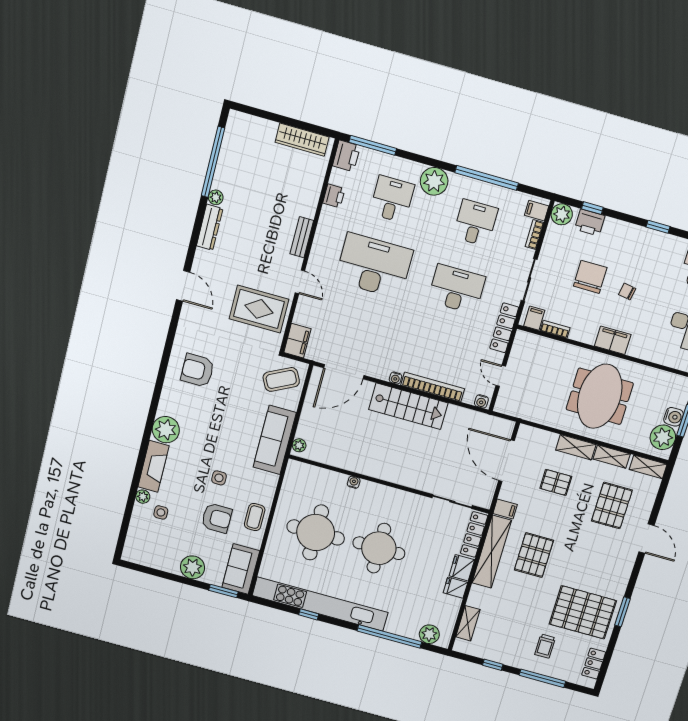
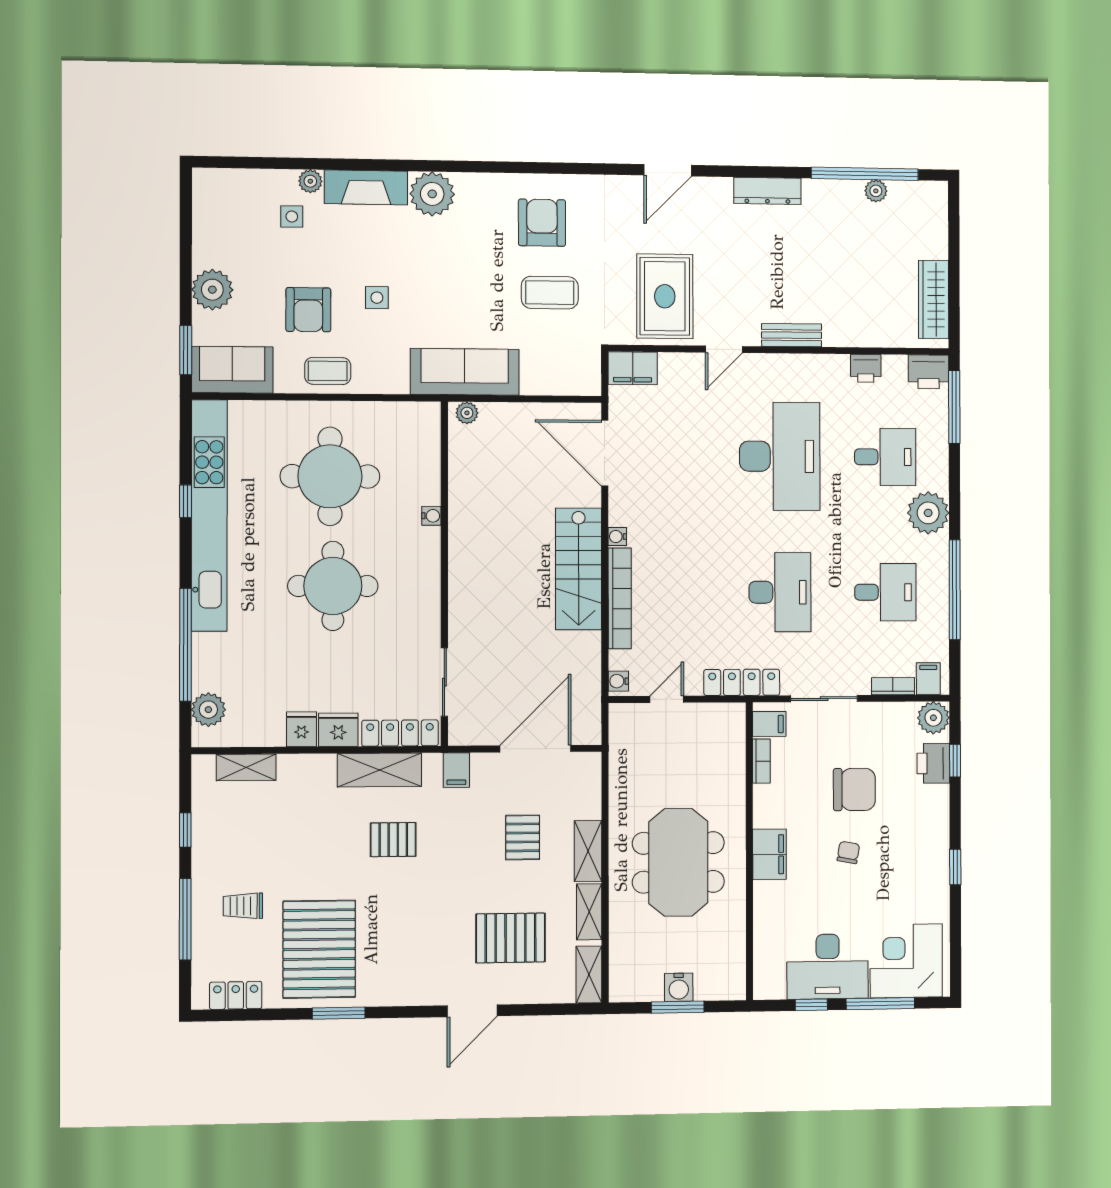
plant: (216, 197) -> (876, 191), moved
coffee table: (281, 379) -> (550, 293), moved, turned -63
meeting table: (600, 396) -> (678, 862), turned 90
plant: (663, 437) -> (642, 982), removed
shelving: (492, 552) -> (379, 770), width x0.68
pallet: (534, 555) -> (393, 840), width x0.67, depth x0.71

